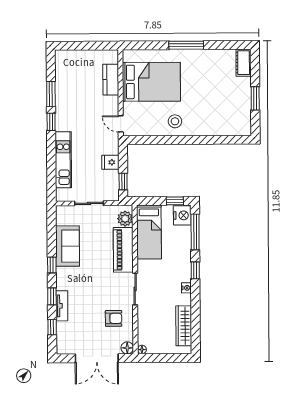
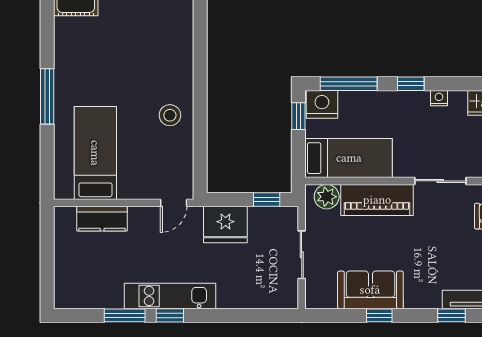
bed: (151, 82) -> (95, 153), width x0.67
kitchen unit: (63, 160) -> (170, 296), moved
fridge: (110, 162) -> (225, 224), width x1.88, depth x1.34
window: (52, 265) -> (379, 315), moved

